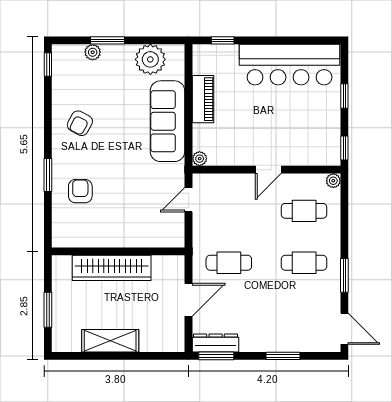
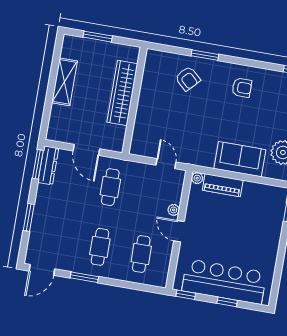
bar counter: (290, 65) -> (224, 282), moved, turned 90
piano: (203, 99) -> (223, 185), moved
sofa: (168, 121) -> (240, 159), width x0.73
armchair: (80, 123) -> (242, 88), turned 152
plant: (333, 181) -> (174, 210), moved
armchair: (80, 191) -> (188, 79), turned 43

